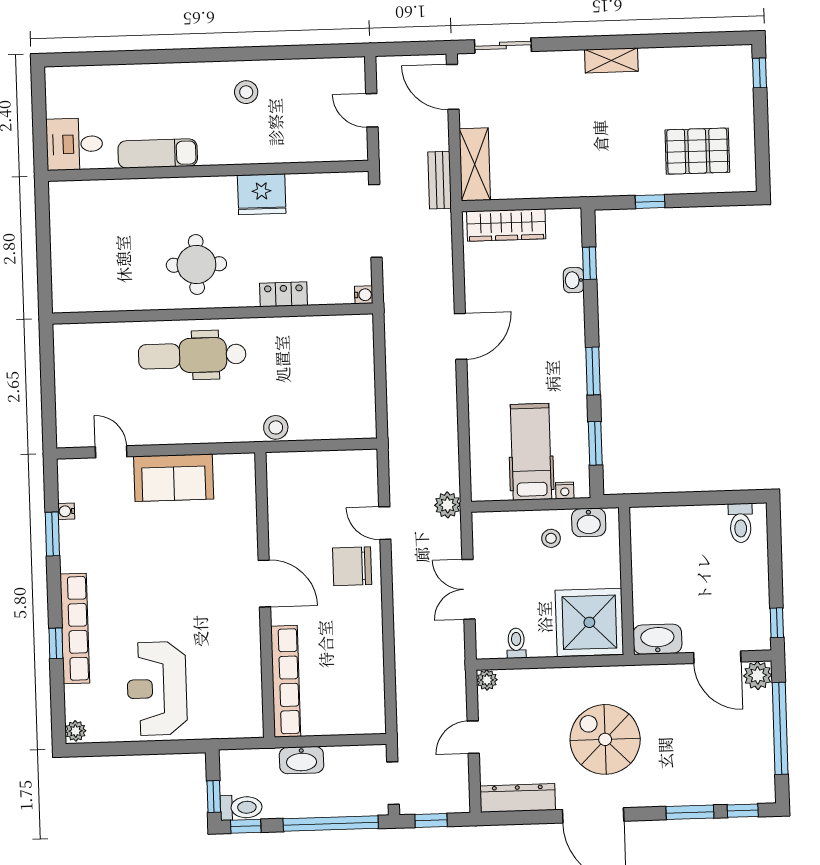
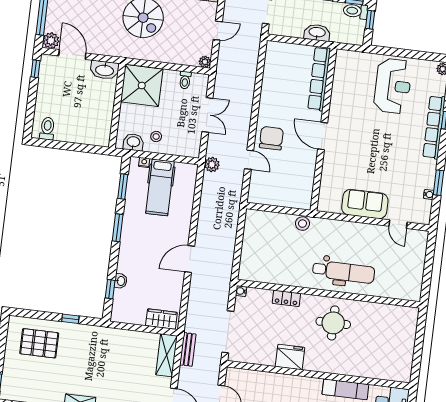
wardrobe: (506, 225) -> (161, 319), width x0.67
chair: (352, 566) -> (271, 138), turned -90

